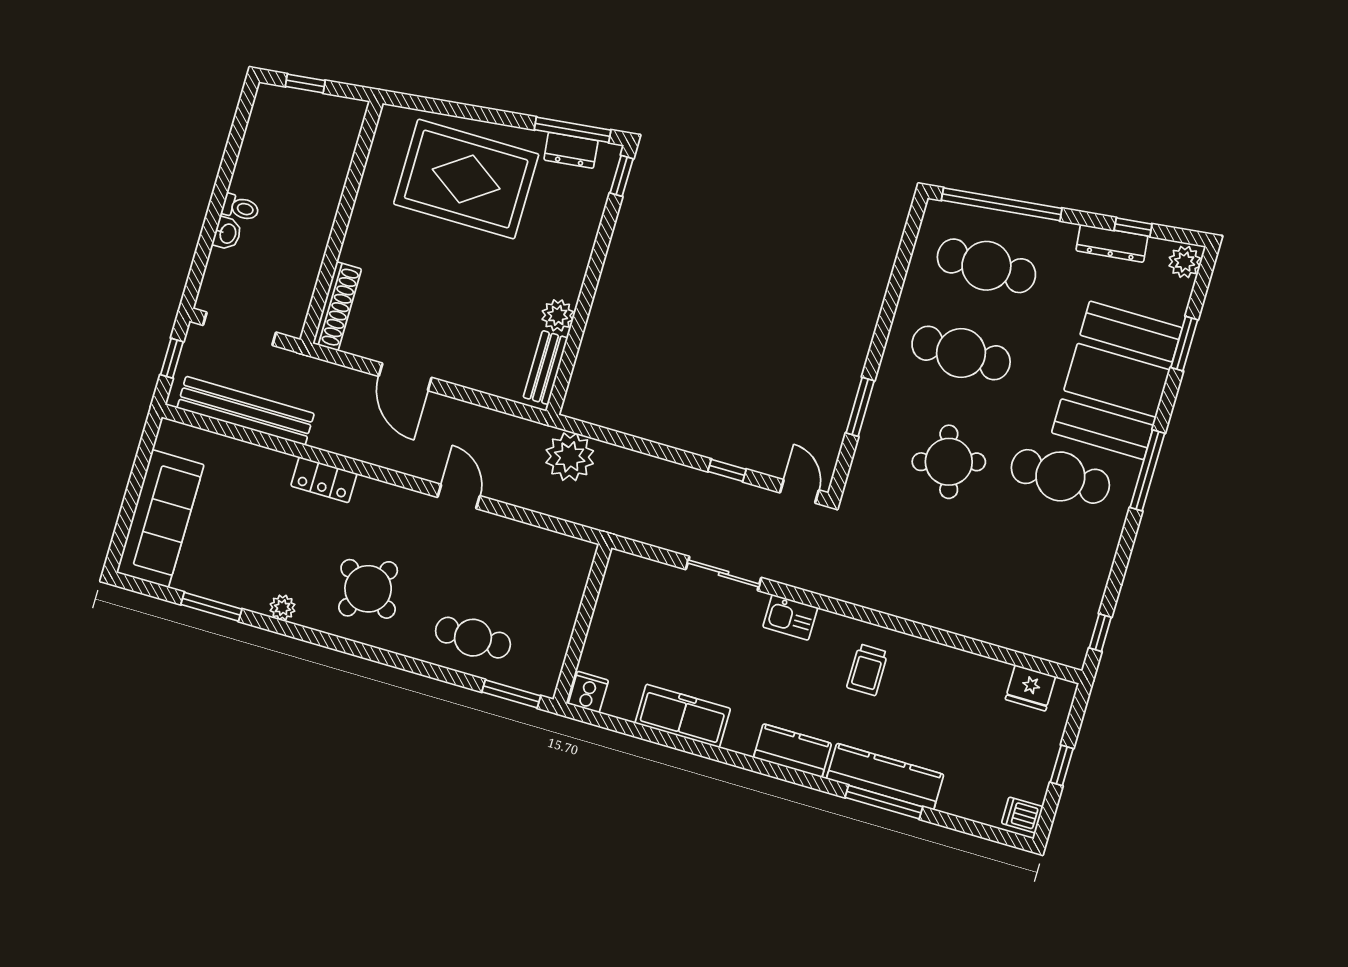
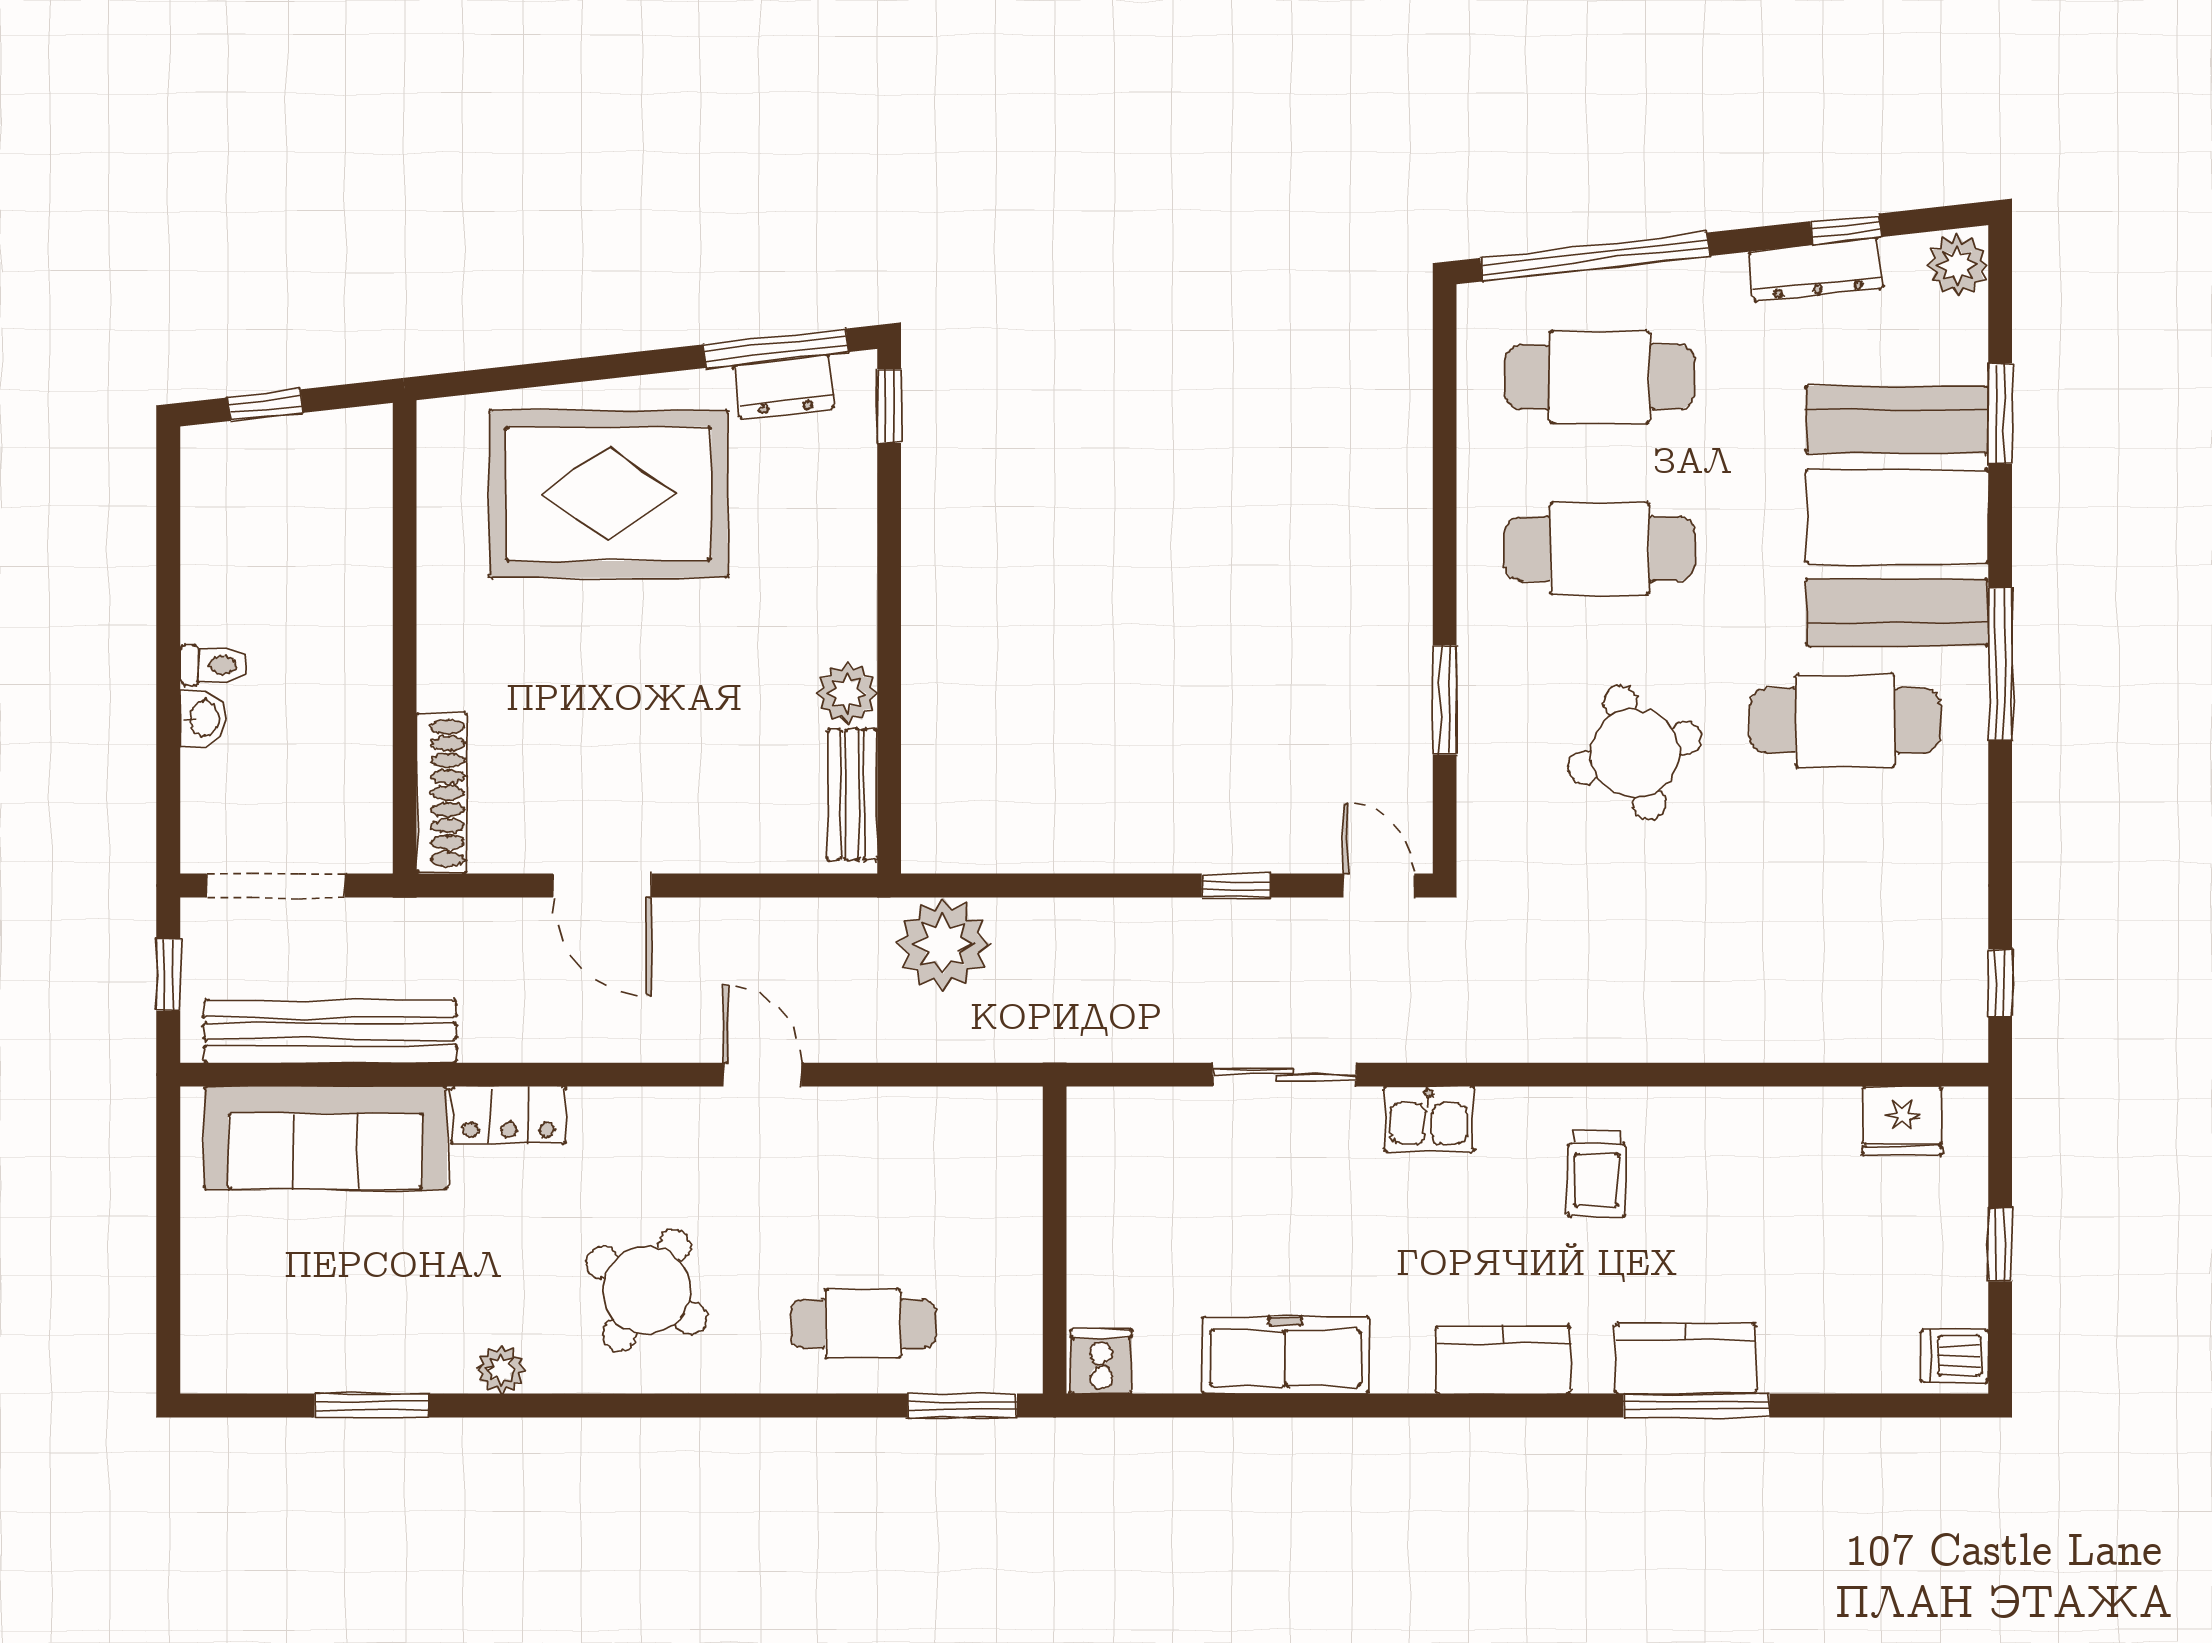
sofa: (160, 519) -> (326, 1138), moved, turned 90
kitchen counter: (885, 777) -> (1685, 1359), width x0.67

